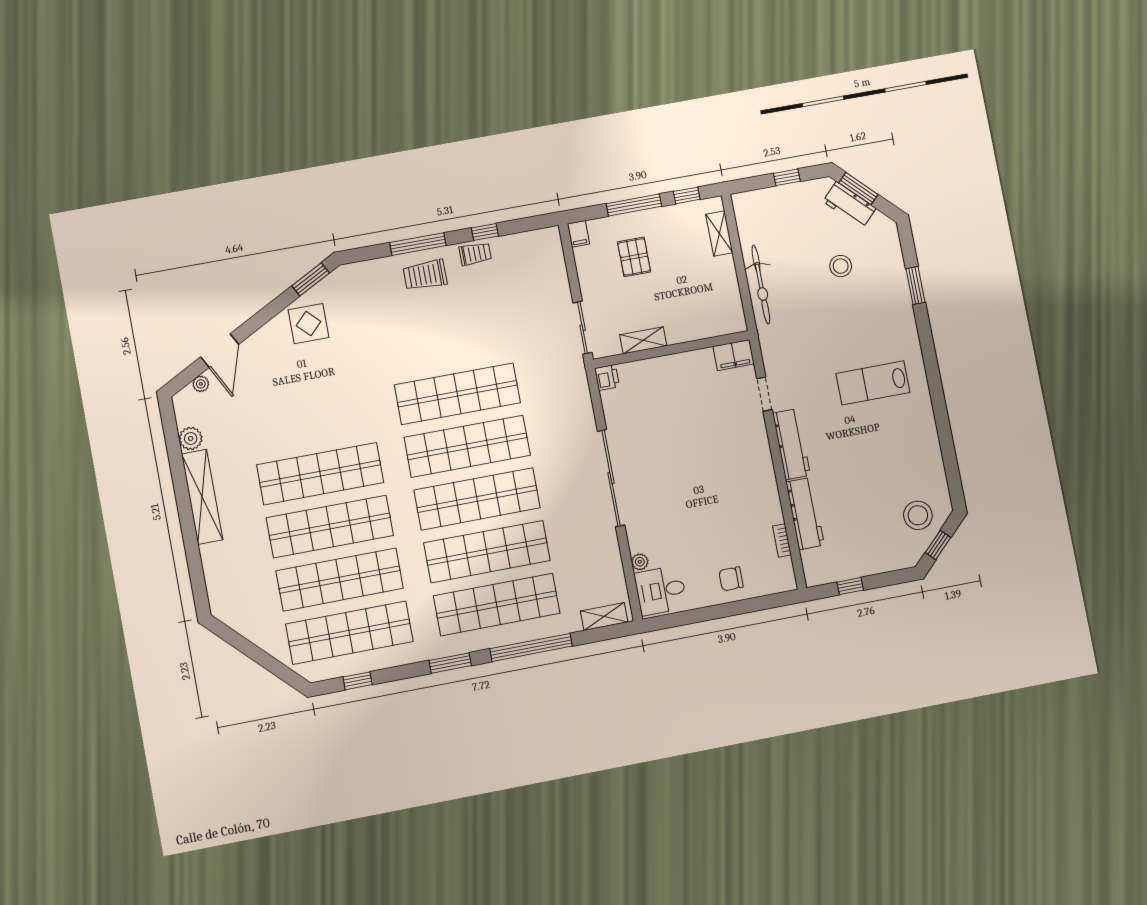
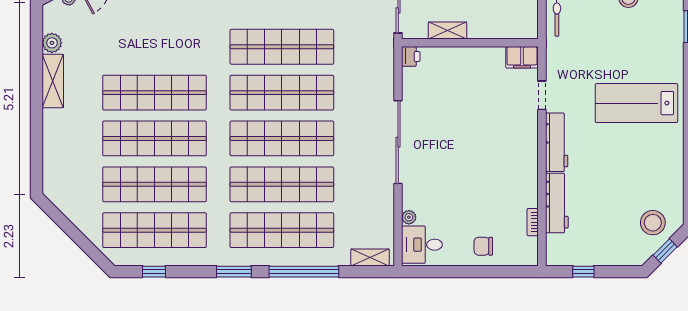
lab bench: (873, 383) -> (636, 103), width x1.36, depth x1.39
shelving: (202, 497) -> (53, 81), width x0.68

